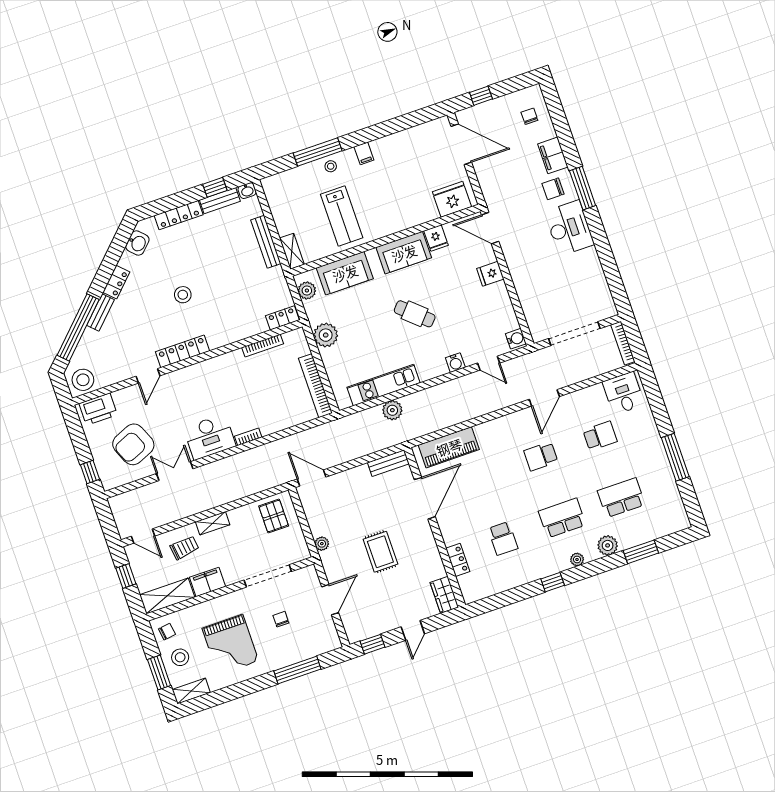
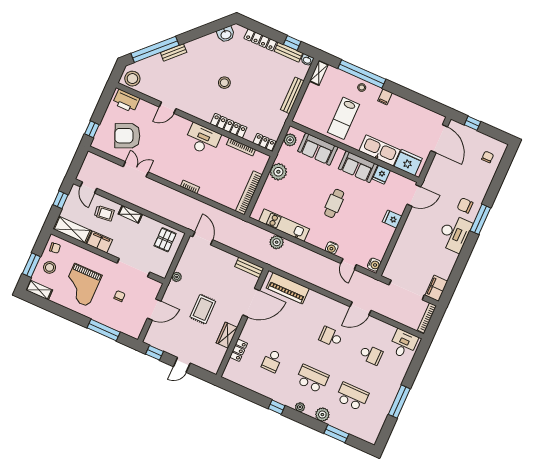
window: (318, 152) -> (362, 74), width x1.46
filing cabinet: (553, 155) -> (436, 288), moved
kitchen sink: (410, 214) -> (380, 150), added
door: (490, 228) -> (414, 196), swing flipped
shelving: (292, 251) -> (319, 73), moved
locker: (116, 282) -> (196, 44), removed
cafe table: (415, 314) -> (334, 203), turned 48
locker: (183, 351) -> (229, 126), moved
desk: (210, 437) -> (203, 139), moved, turned 180
wardrobe: (444, 595) -> (227, 335), moved

